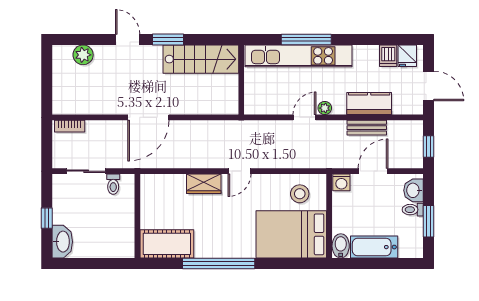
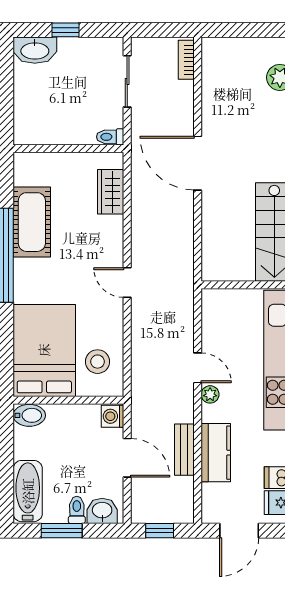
toilet: (113, 184) -> (110, 137), moved
wardrobe: (204, 184) -> (111, 192), moved
cot: (167, 244) -> (32, 222), moved
bathtub: (374, 247) -> (28, 491), moved

